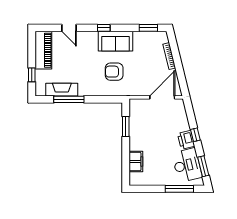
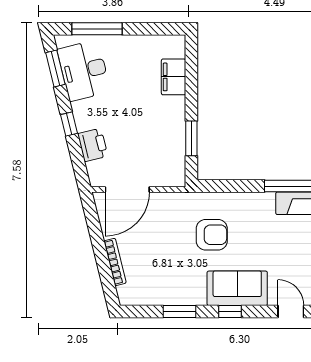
window: (148, 28) -> (180, 311), moved
sofa: (115, 41) -> (237, 288), moved
printer: (186, 140) -> (93, 145), moved

